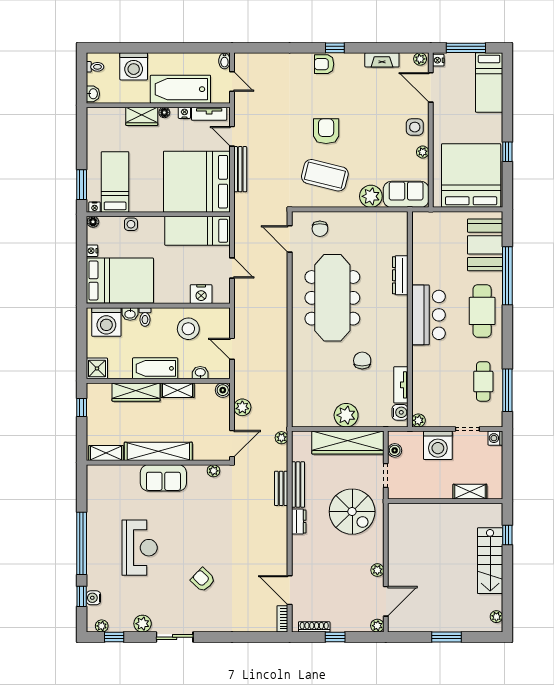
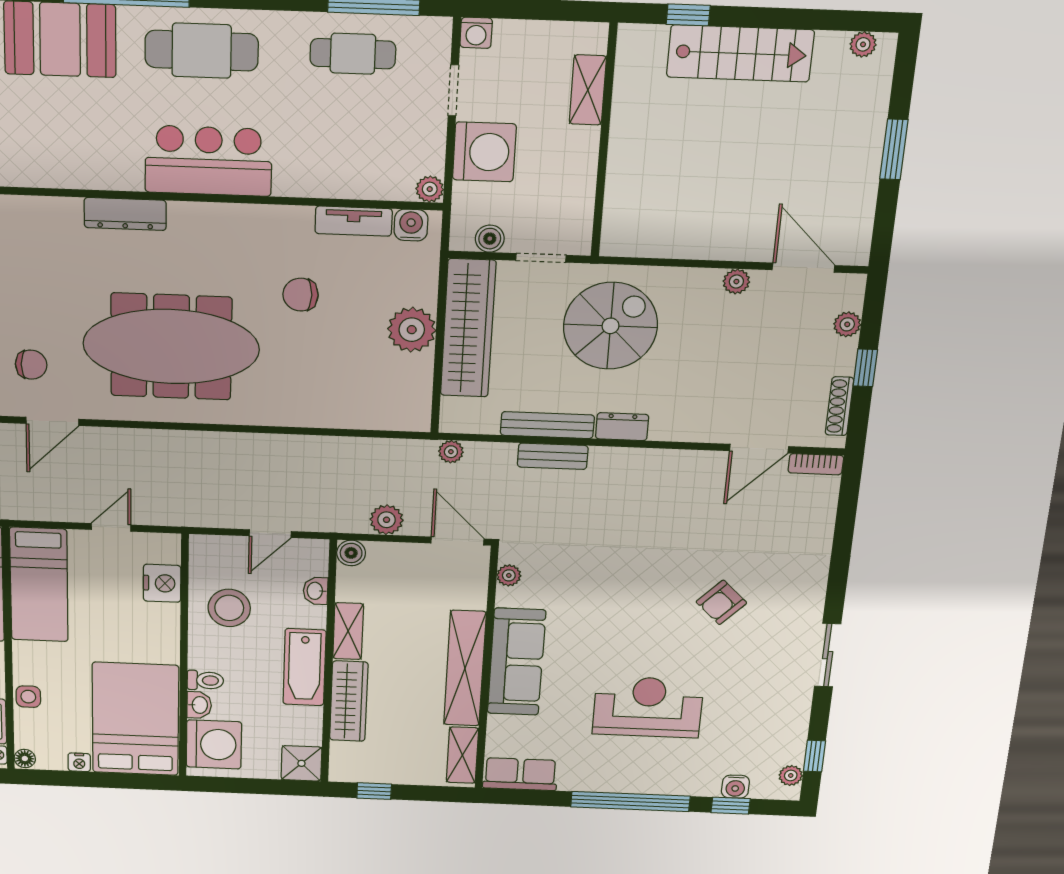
sofa: (163, 478) -> (516, 662), width x1.36
row of seats: (96, 484) -> (520, 774), added
plant: (143, 624) -> (795, 708), removed
plant: (377, 626) -> (847, 324), moved

